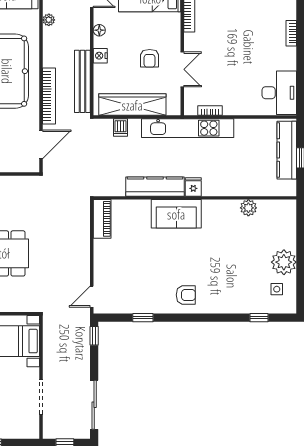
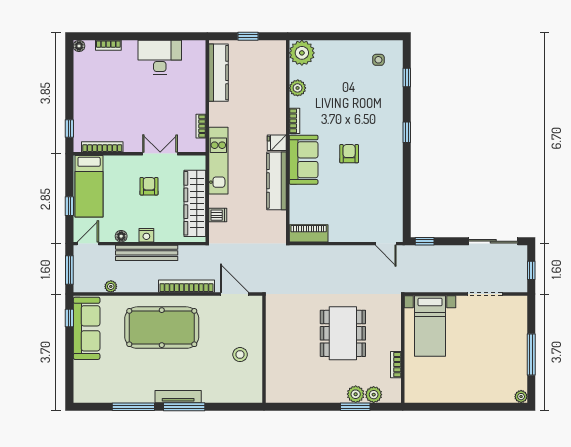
bookcase: (291, 33) -> (108, 45), moved
armchair: (150, 58) -> (149, 186), turned -90
bench: (82, 81) -> (147, 253), moved
desk: (279, 93) -> (160, 57), moved
kitchen unit: (188, 128) -> (218, 161), width x0.73
kitchen counter: (287, 150) -> (218, 73), moved, turned -90
bookcase: (215, 205) -> (294, 121), added
plant: (284, 262) -> (302, 53), moved
armchair: (186, 295) -> (349, 154), moved
window: (143, 318) -> (407, 132), moved

